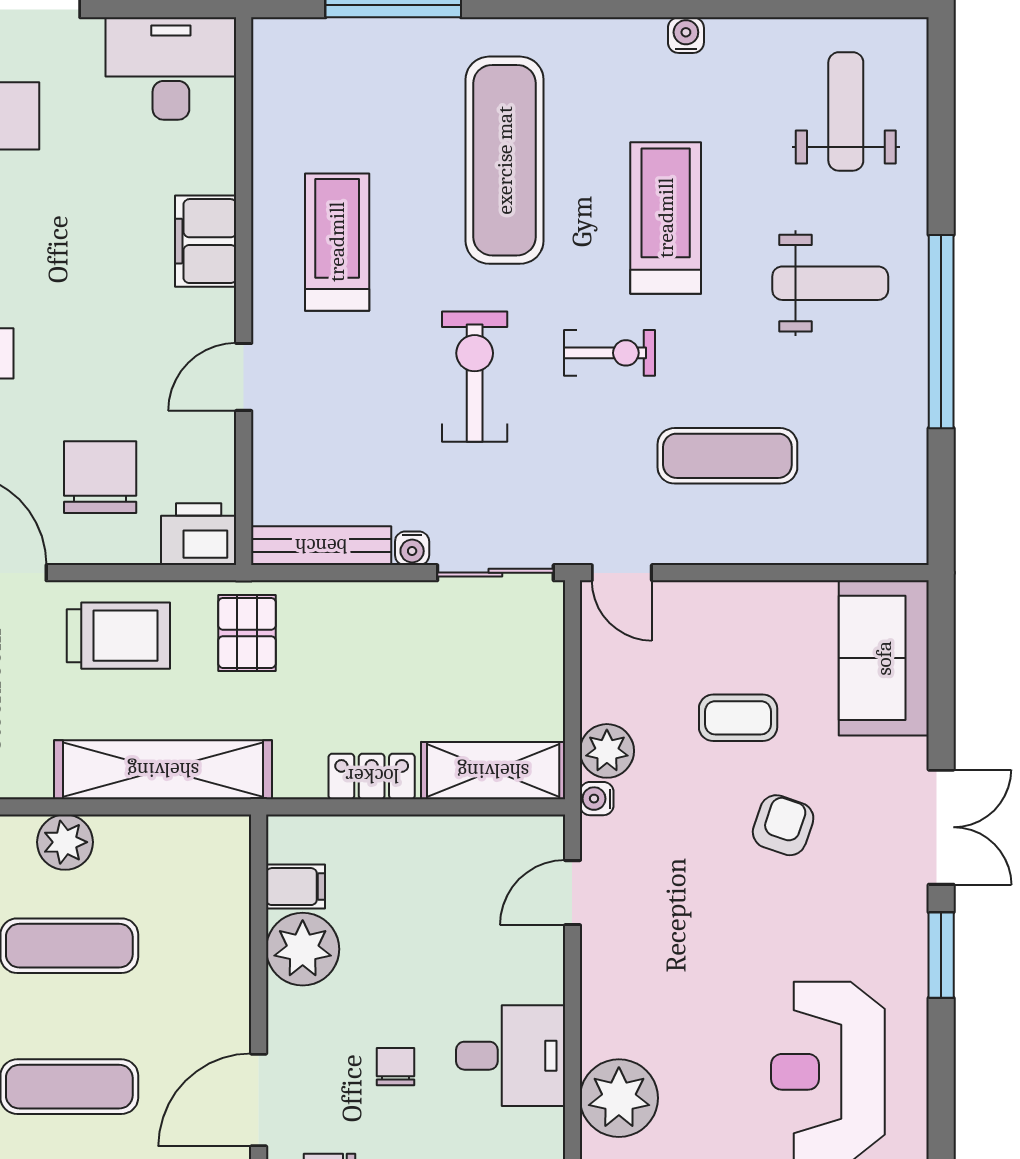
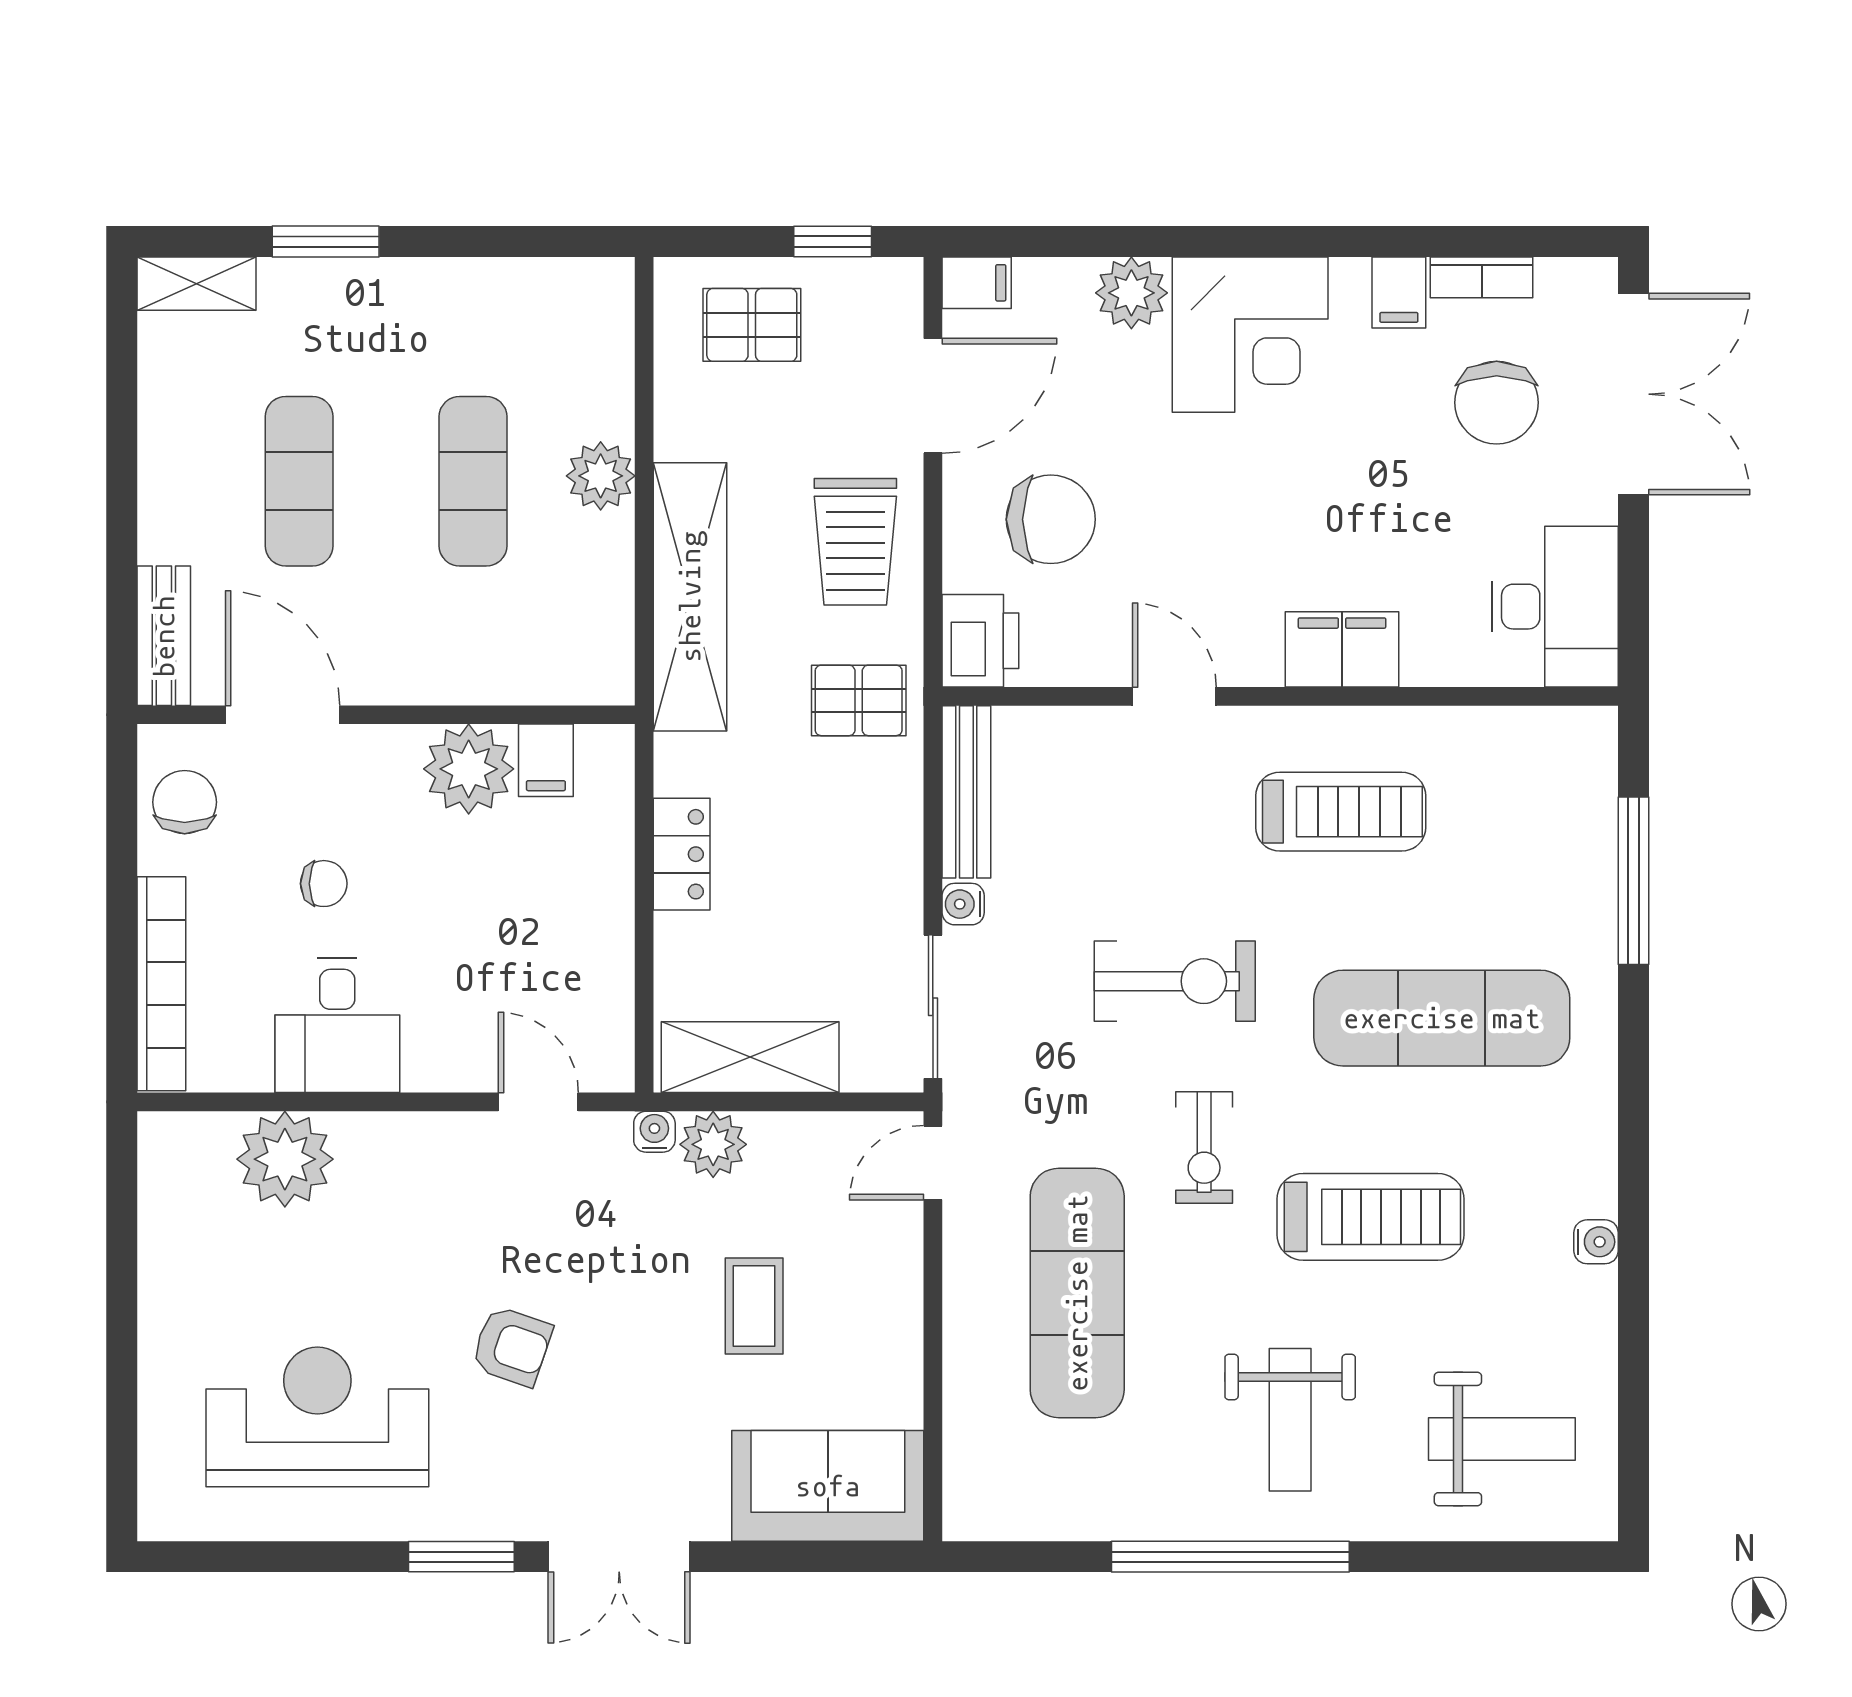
exercise mat: (727, 456) -> (1077, 1293), width x1.36, depth x1.45
shelving: (493, 771) -> (750, 1057), moved, turned 90
armchair: (783, 825) -> (512, 1346), moved

